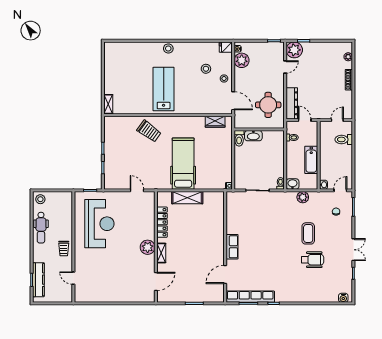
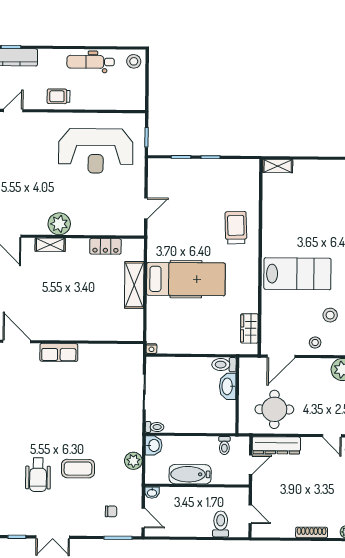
lab bench: (164, 89) -> (297, 274), moved
trolley: (149, 131) -> (236, 228), turned 142
locker: (162, 222) -> (105, 246), width x0.66

